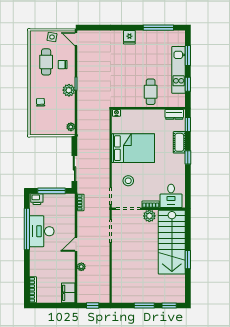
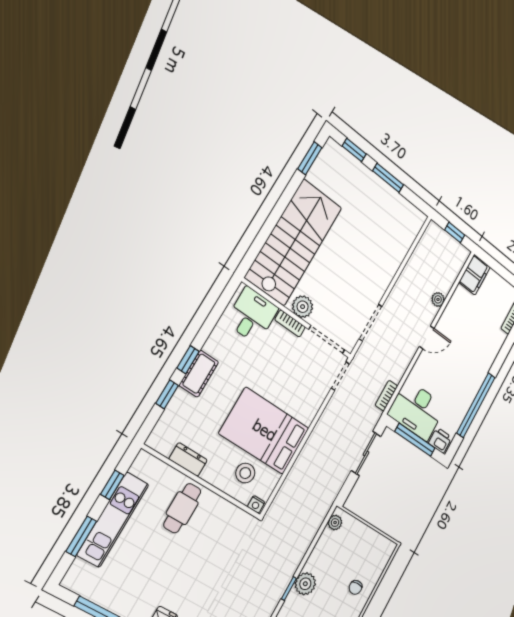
dresser: (174, 114) -> (188, 460), moved
window: (188, 125) -> (167, 394), moved
cot: (179, 142) -> (199, 374), moved
stool: (128, 181) -> (245, 473), moved
desk: (42, 231) -> (417, 410), moved, turned 90
window: (188, 260) -> (310, 158), moved

